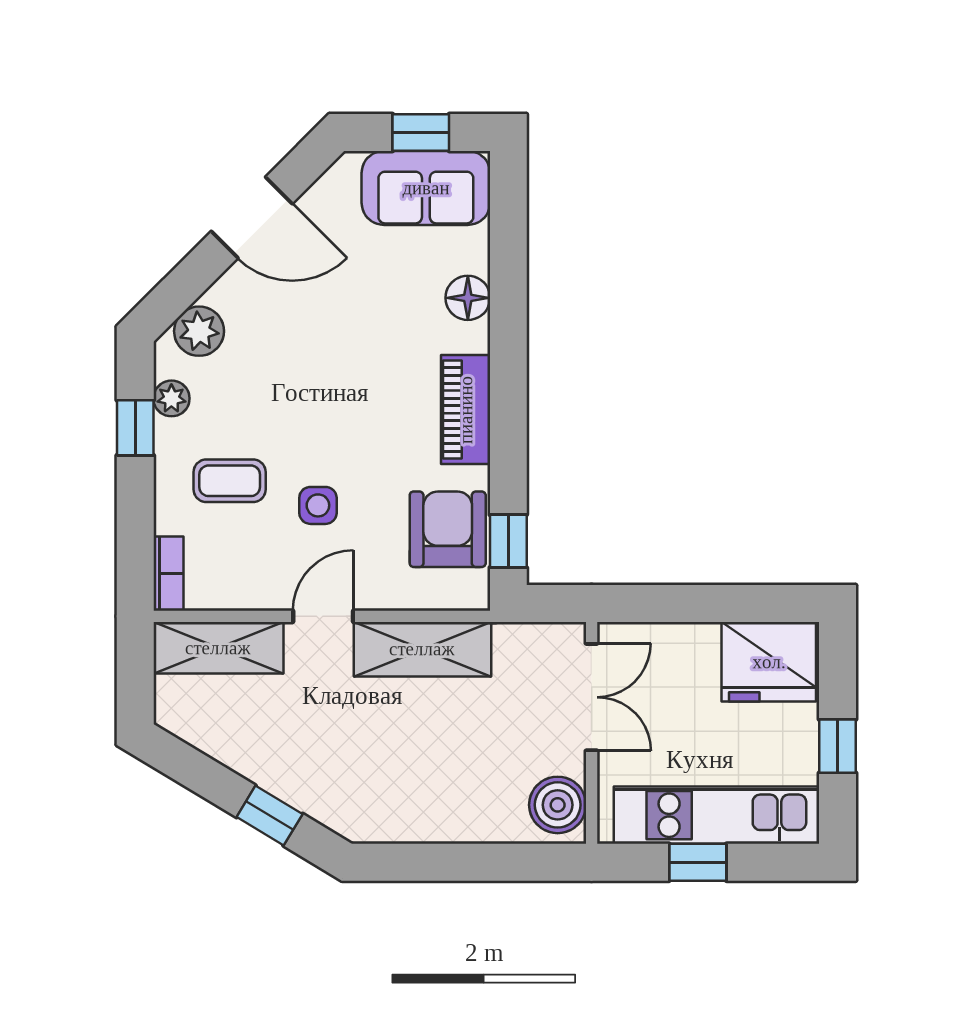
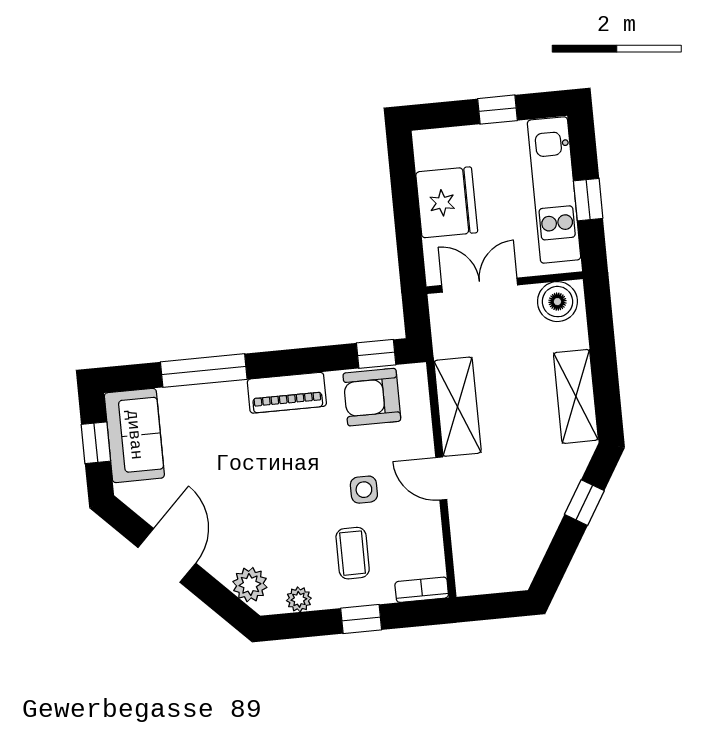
window: (508, 295) -> (204, 371), added
floor lamp: (468, 298) -> (208, 399), removed
window: (135, 428) -> (361, 619), moved
shelving: (218, 648) -> (576, 396), moved
fridge: (769, 662) -> (447, 202), moved

